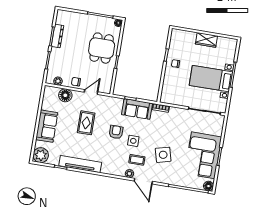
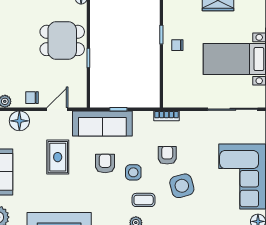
dining table: (102, 48) -> (62, 40), turned 90
sofa: (137, 109) -> (102, 123), moved, width x1.36
armchair: (157, 133) -> (167, 155), added

